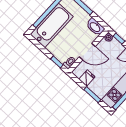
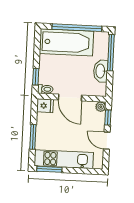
washbasin: (95, 27) -> (101, 71), moved
fridge: (87, 78) -> (45, 106), moved

